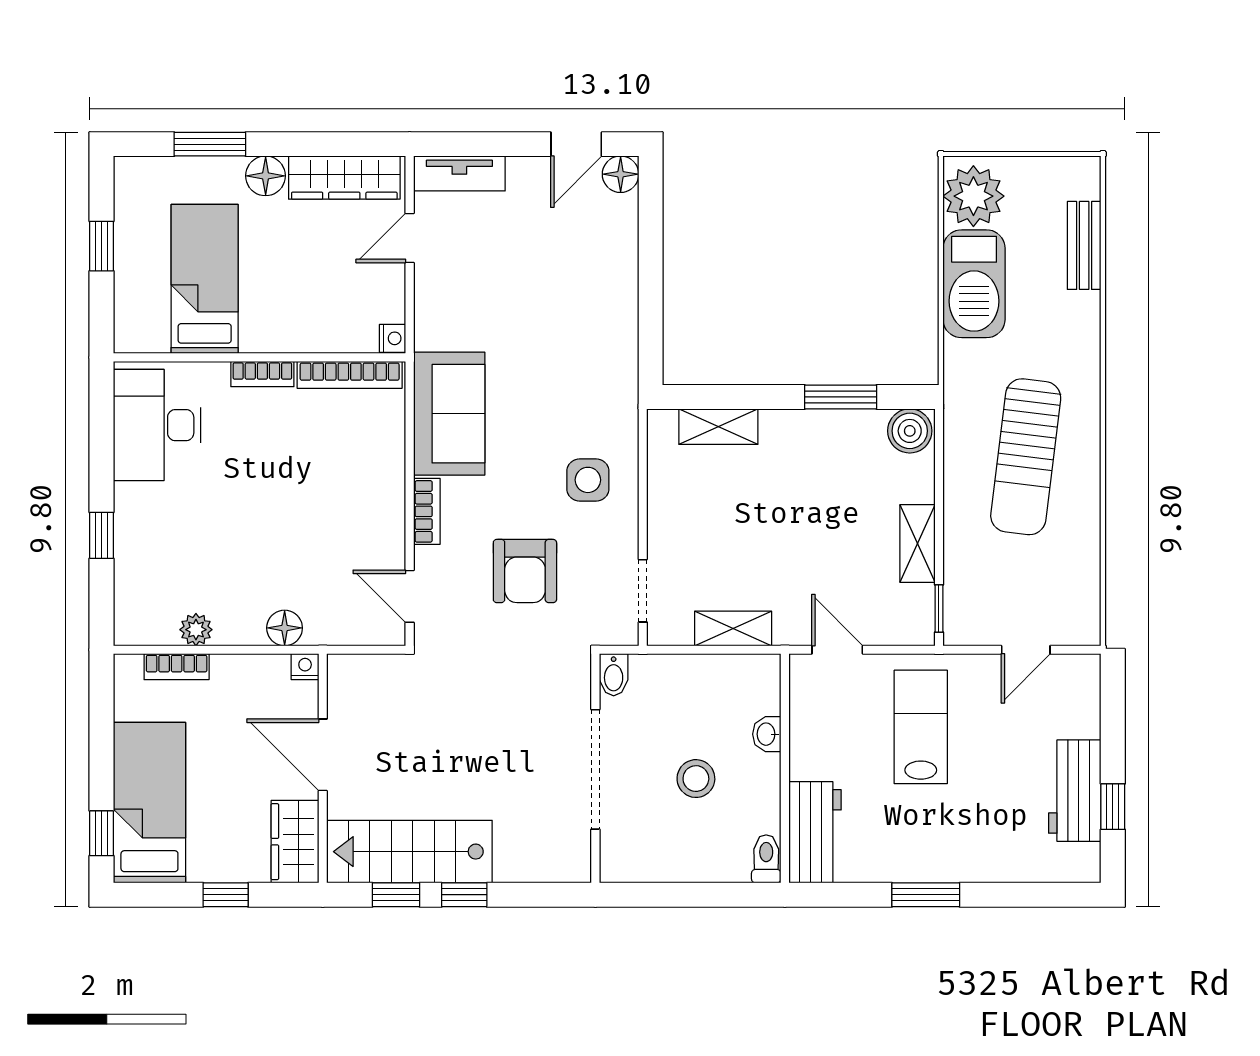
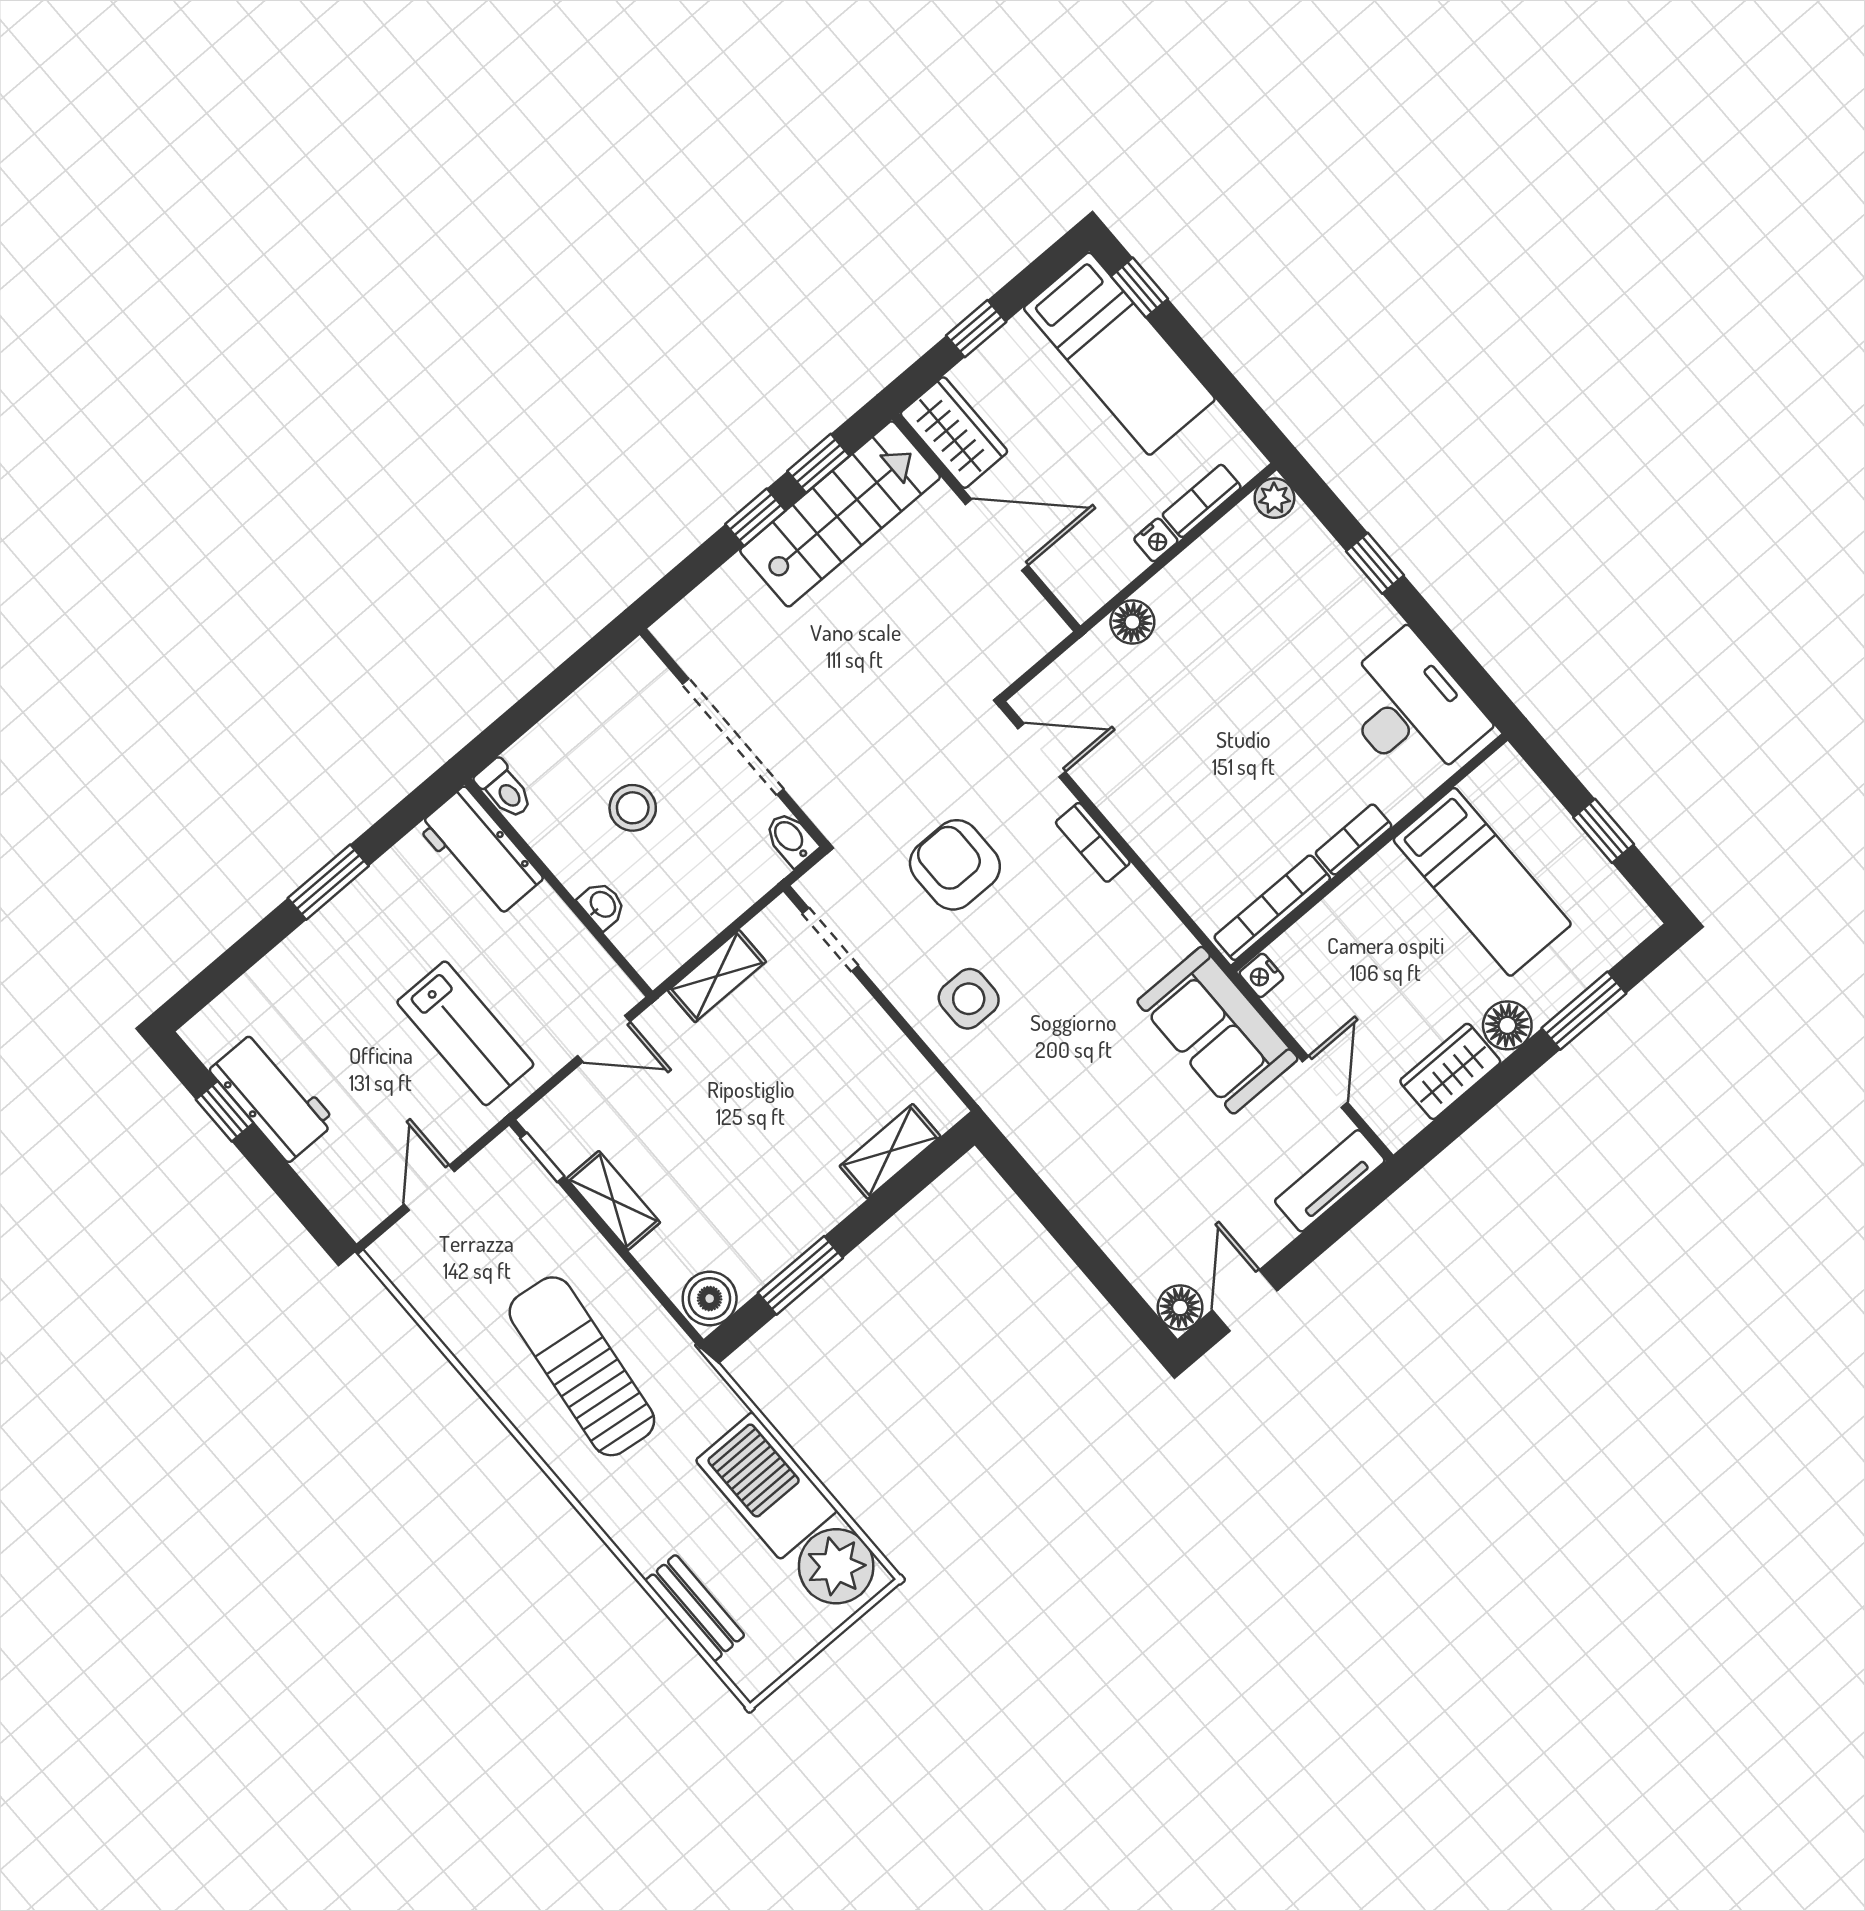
wardrobe: (344, 178) -> (1450, 1071), width x0.67
sofa: (449, 414) -> (1217, 1030), moved
plant: (196, 630) -> (1274, 498), moved
nightstand: (305, 667) -> (1156, 540), moved

